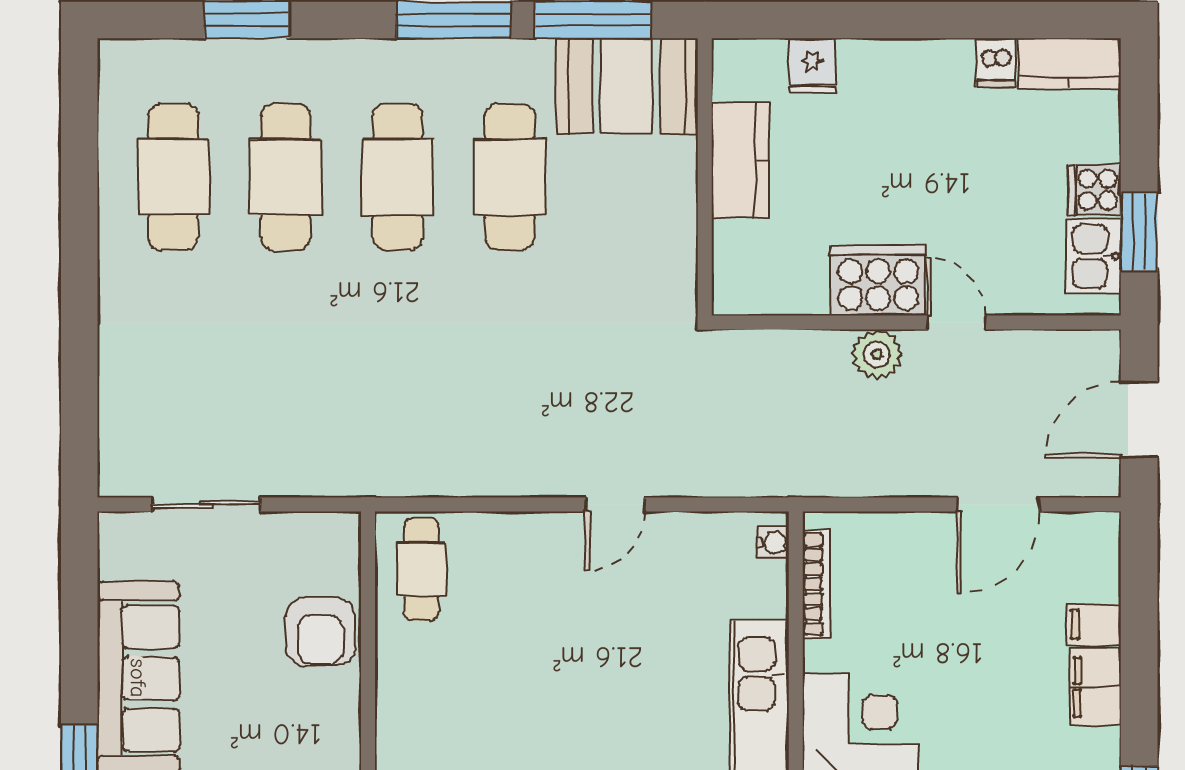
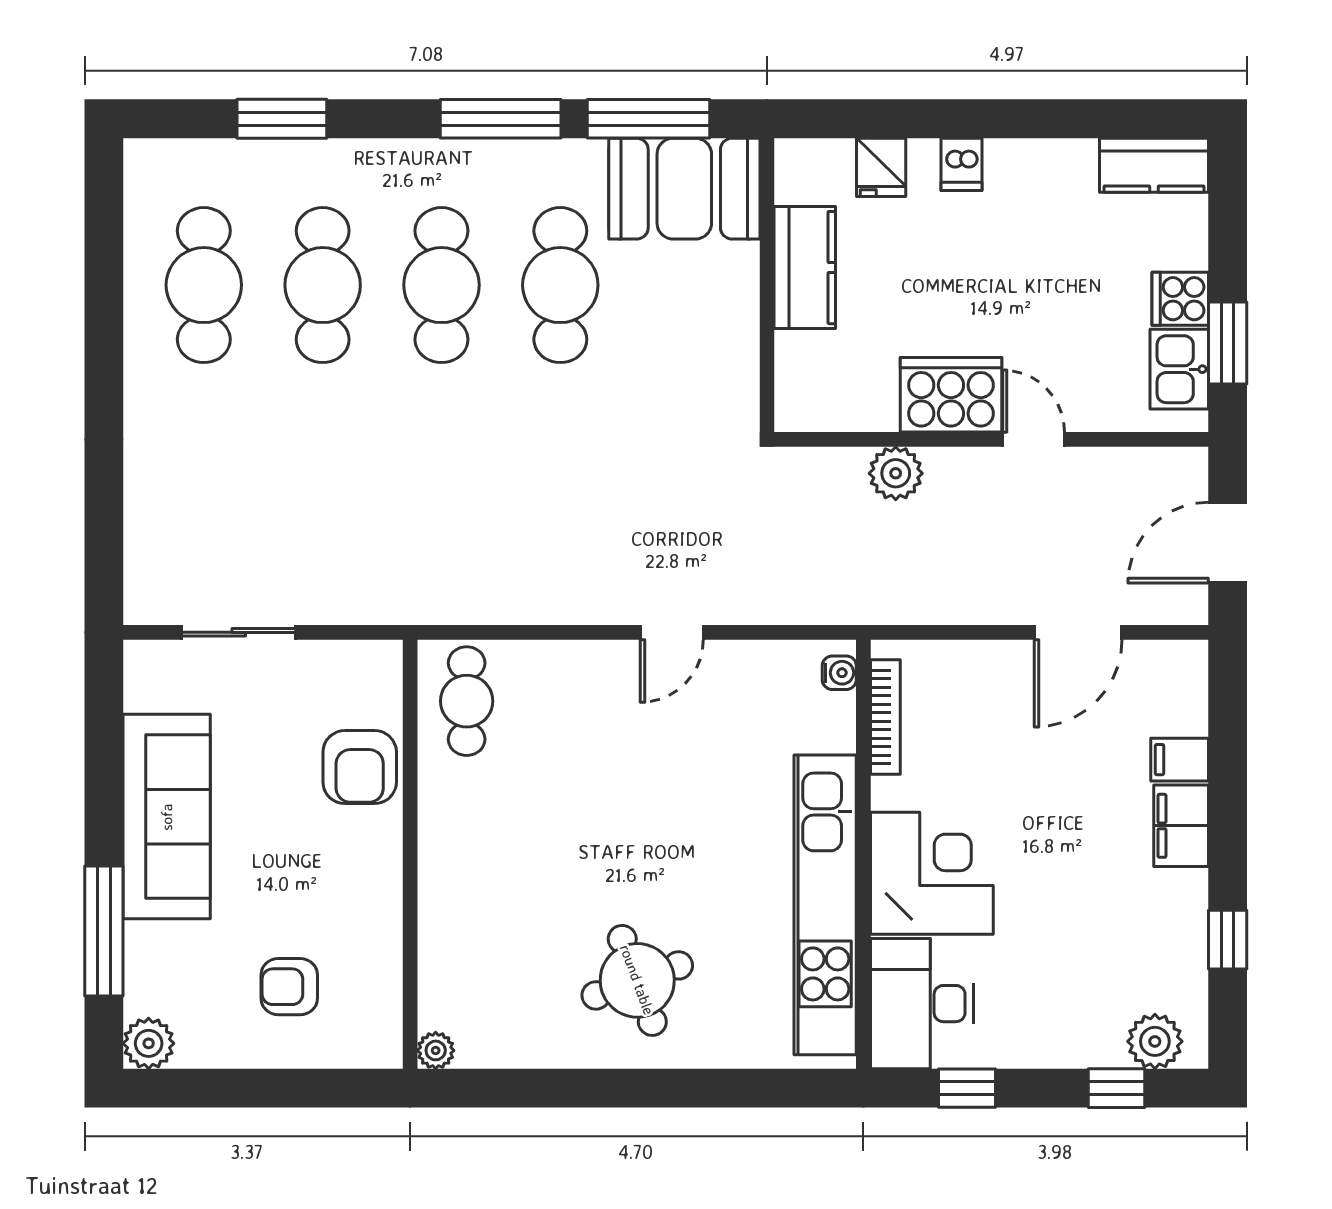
dishwasher: (996, 63) -> (962, 164), moved
plant: (877, 354) -> (896, 473), moved

